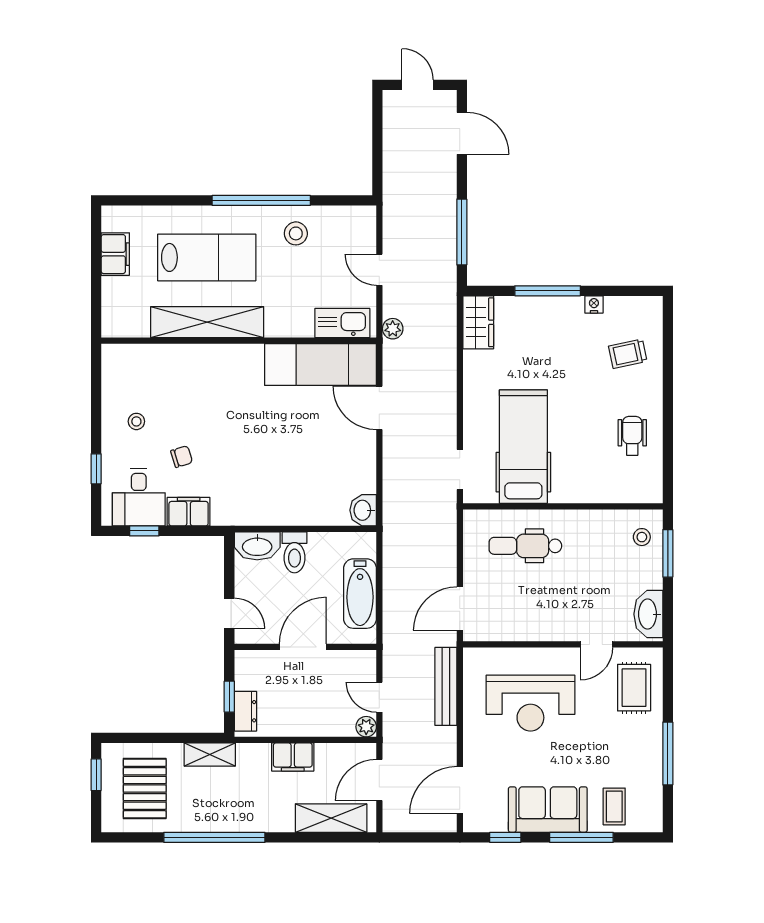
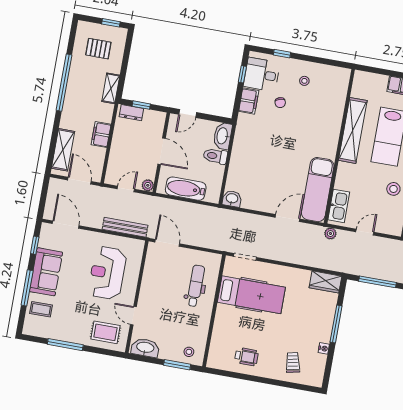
plant: (366, 727) -> (148, 185), moved
pallet: (145, 789) -> (98, 49), width x0.67, depth x0.71

